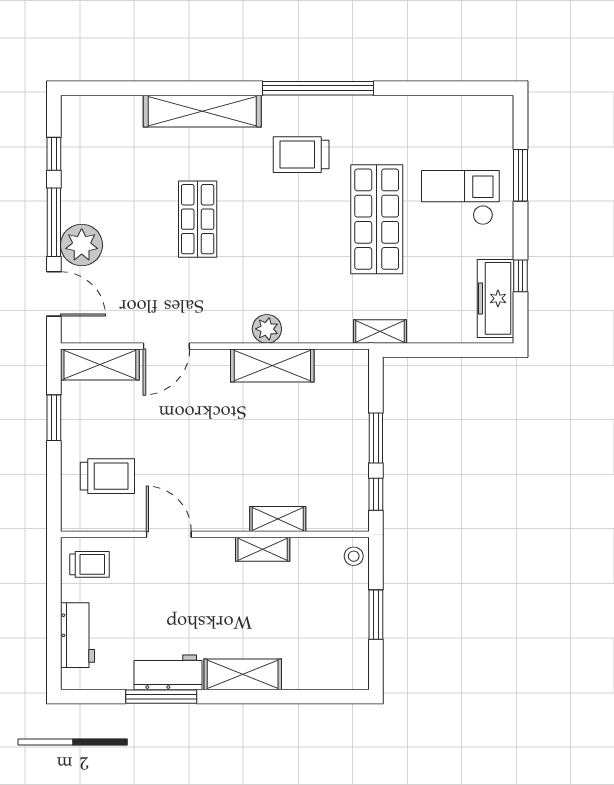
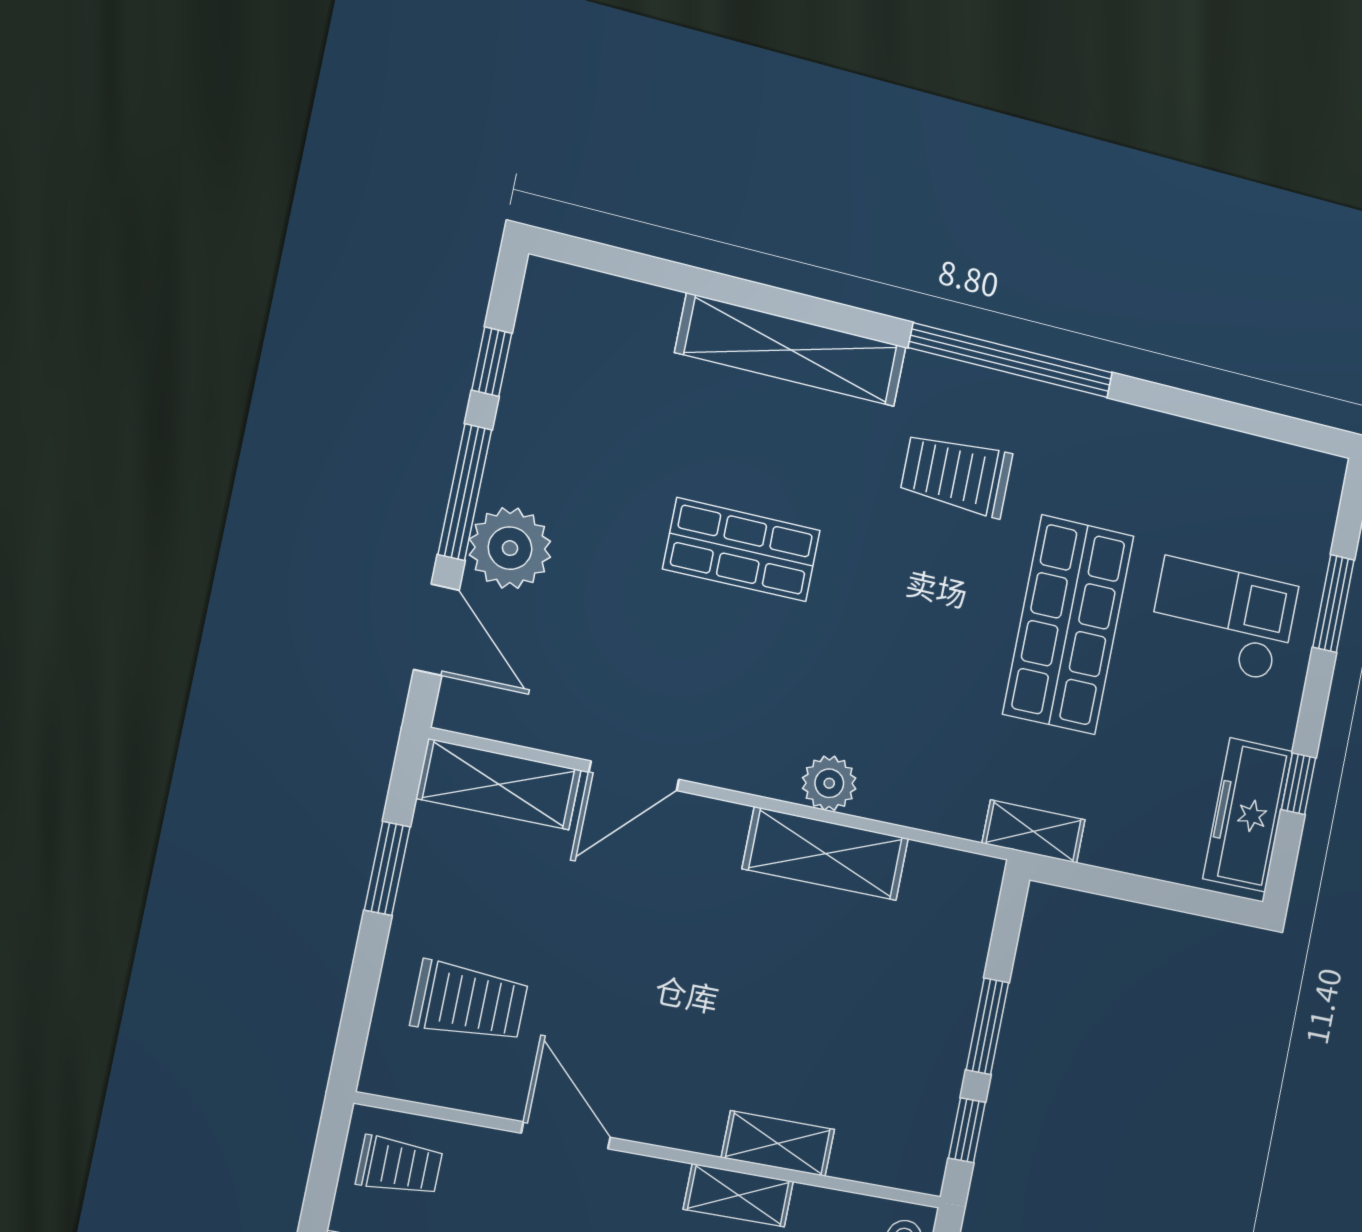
shop shelf: (198, 219) -> (742, 550), turned 90

